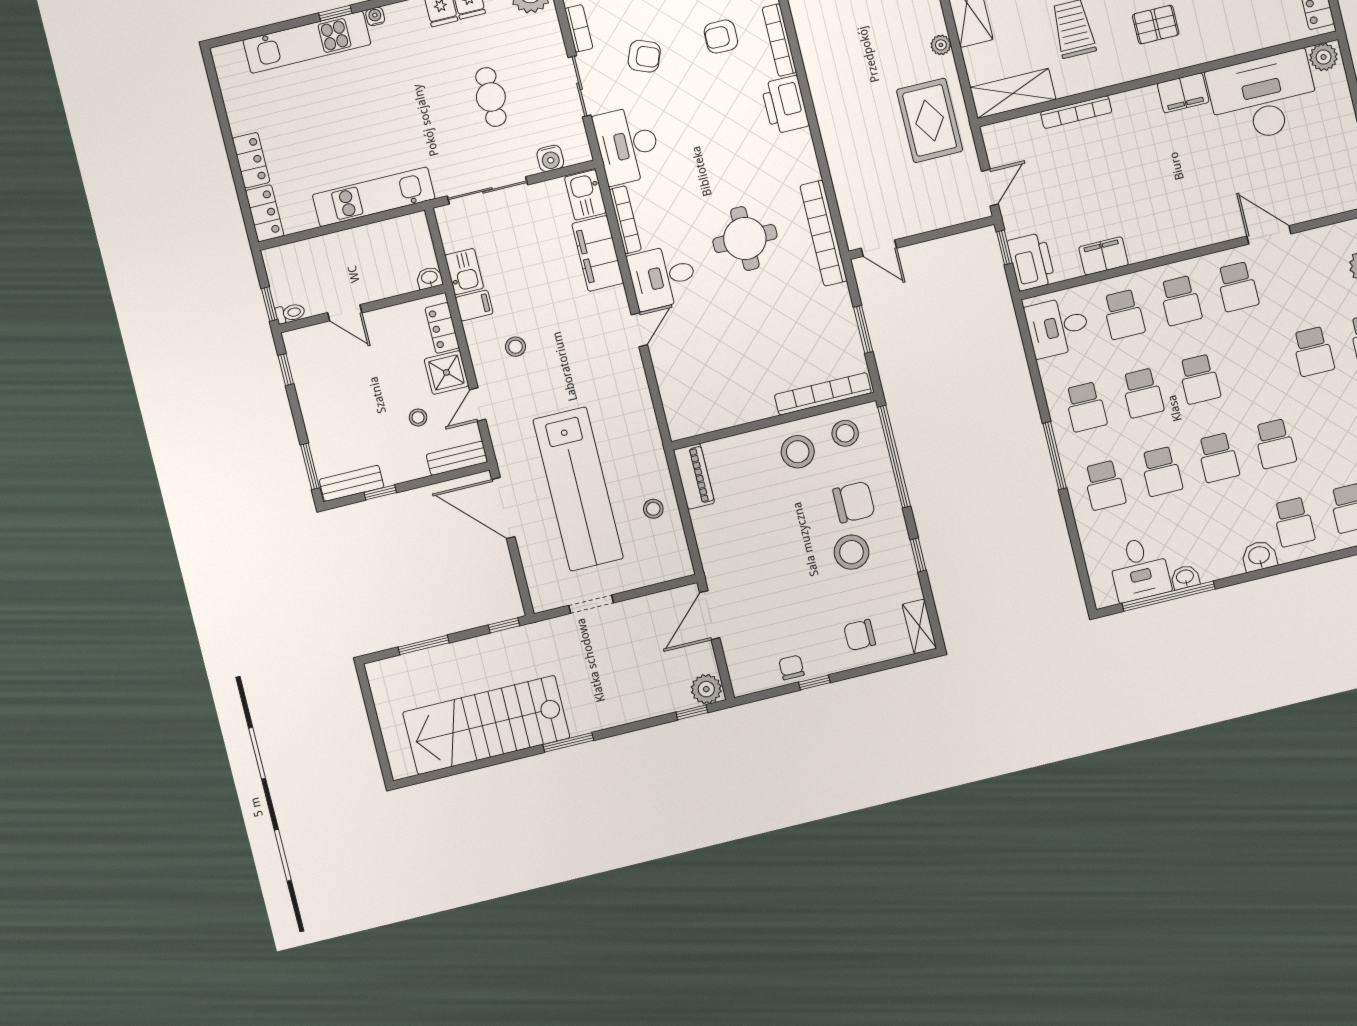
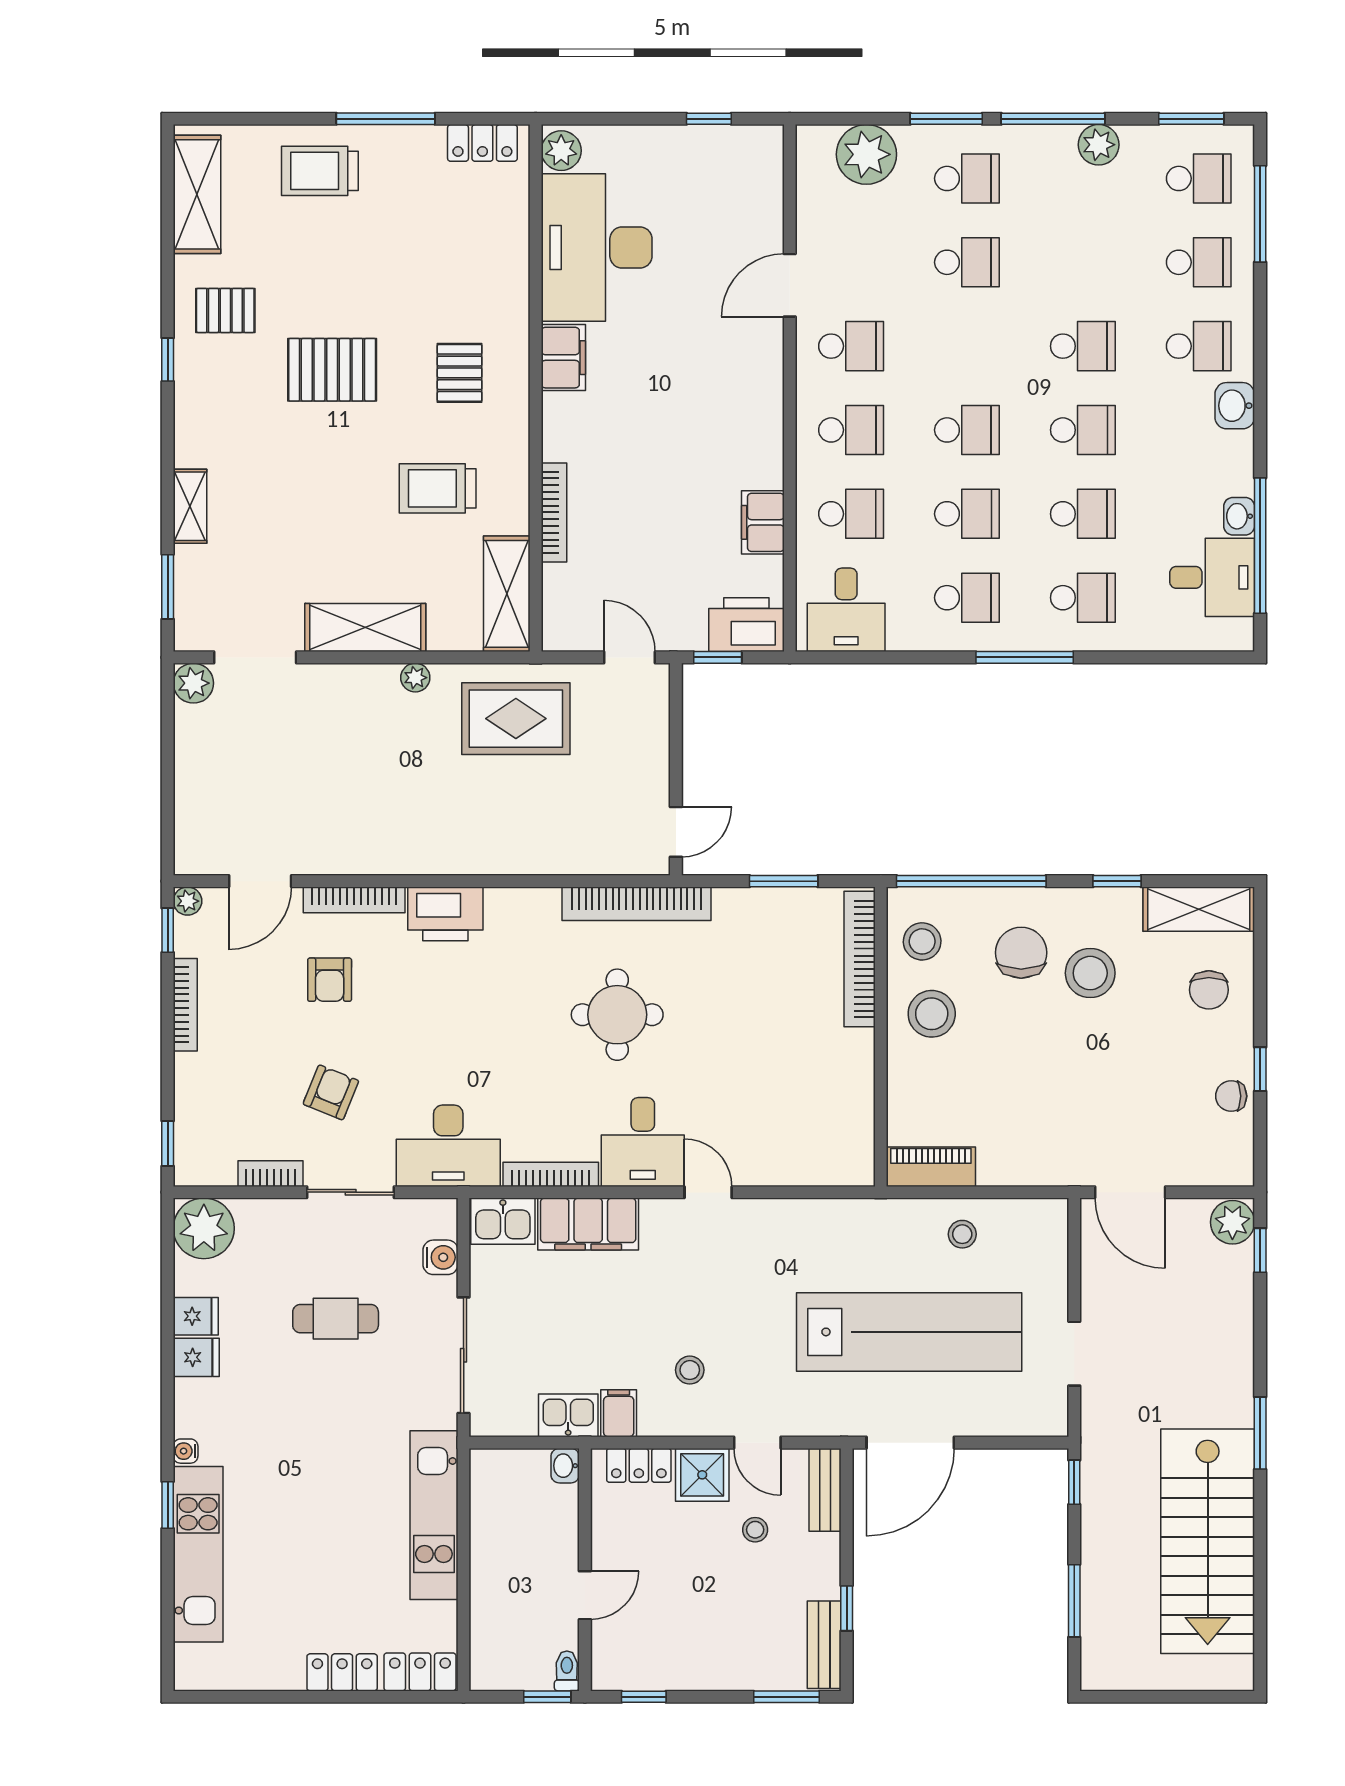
shelving: (919, 626) -> (1199, 909), width x1.50, depth x1.33

